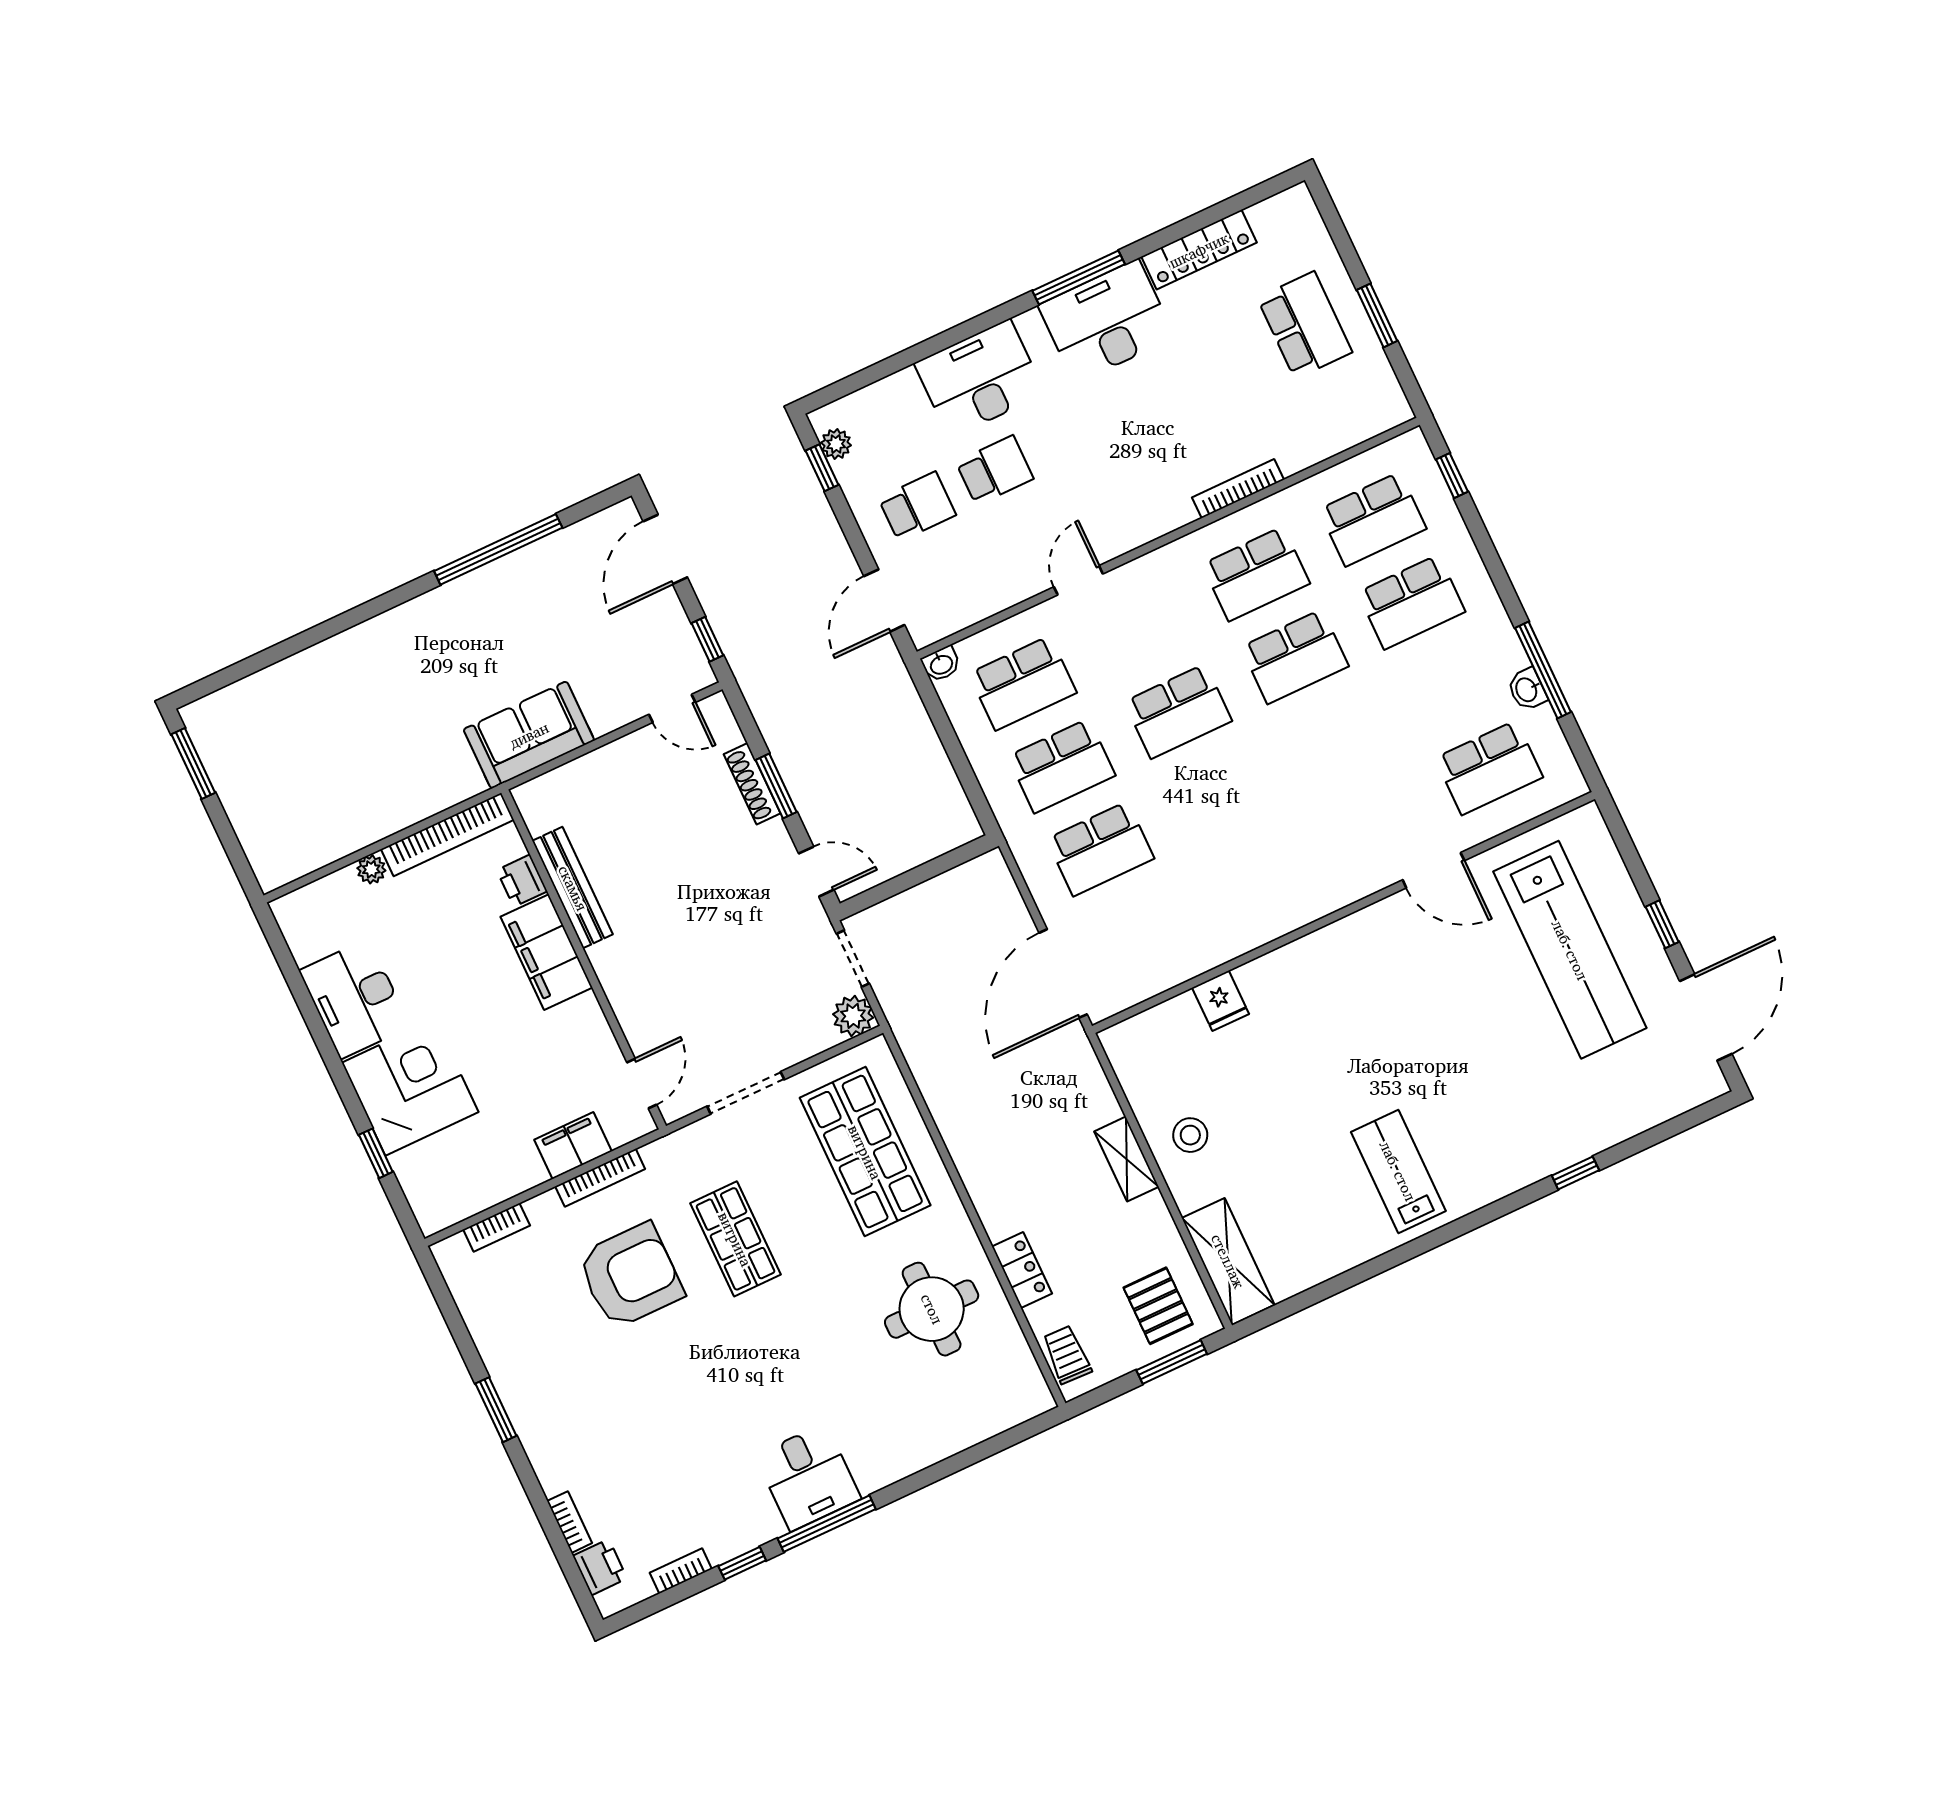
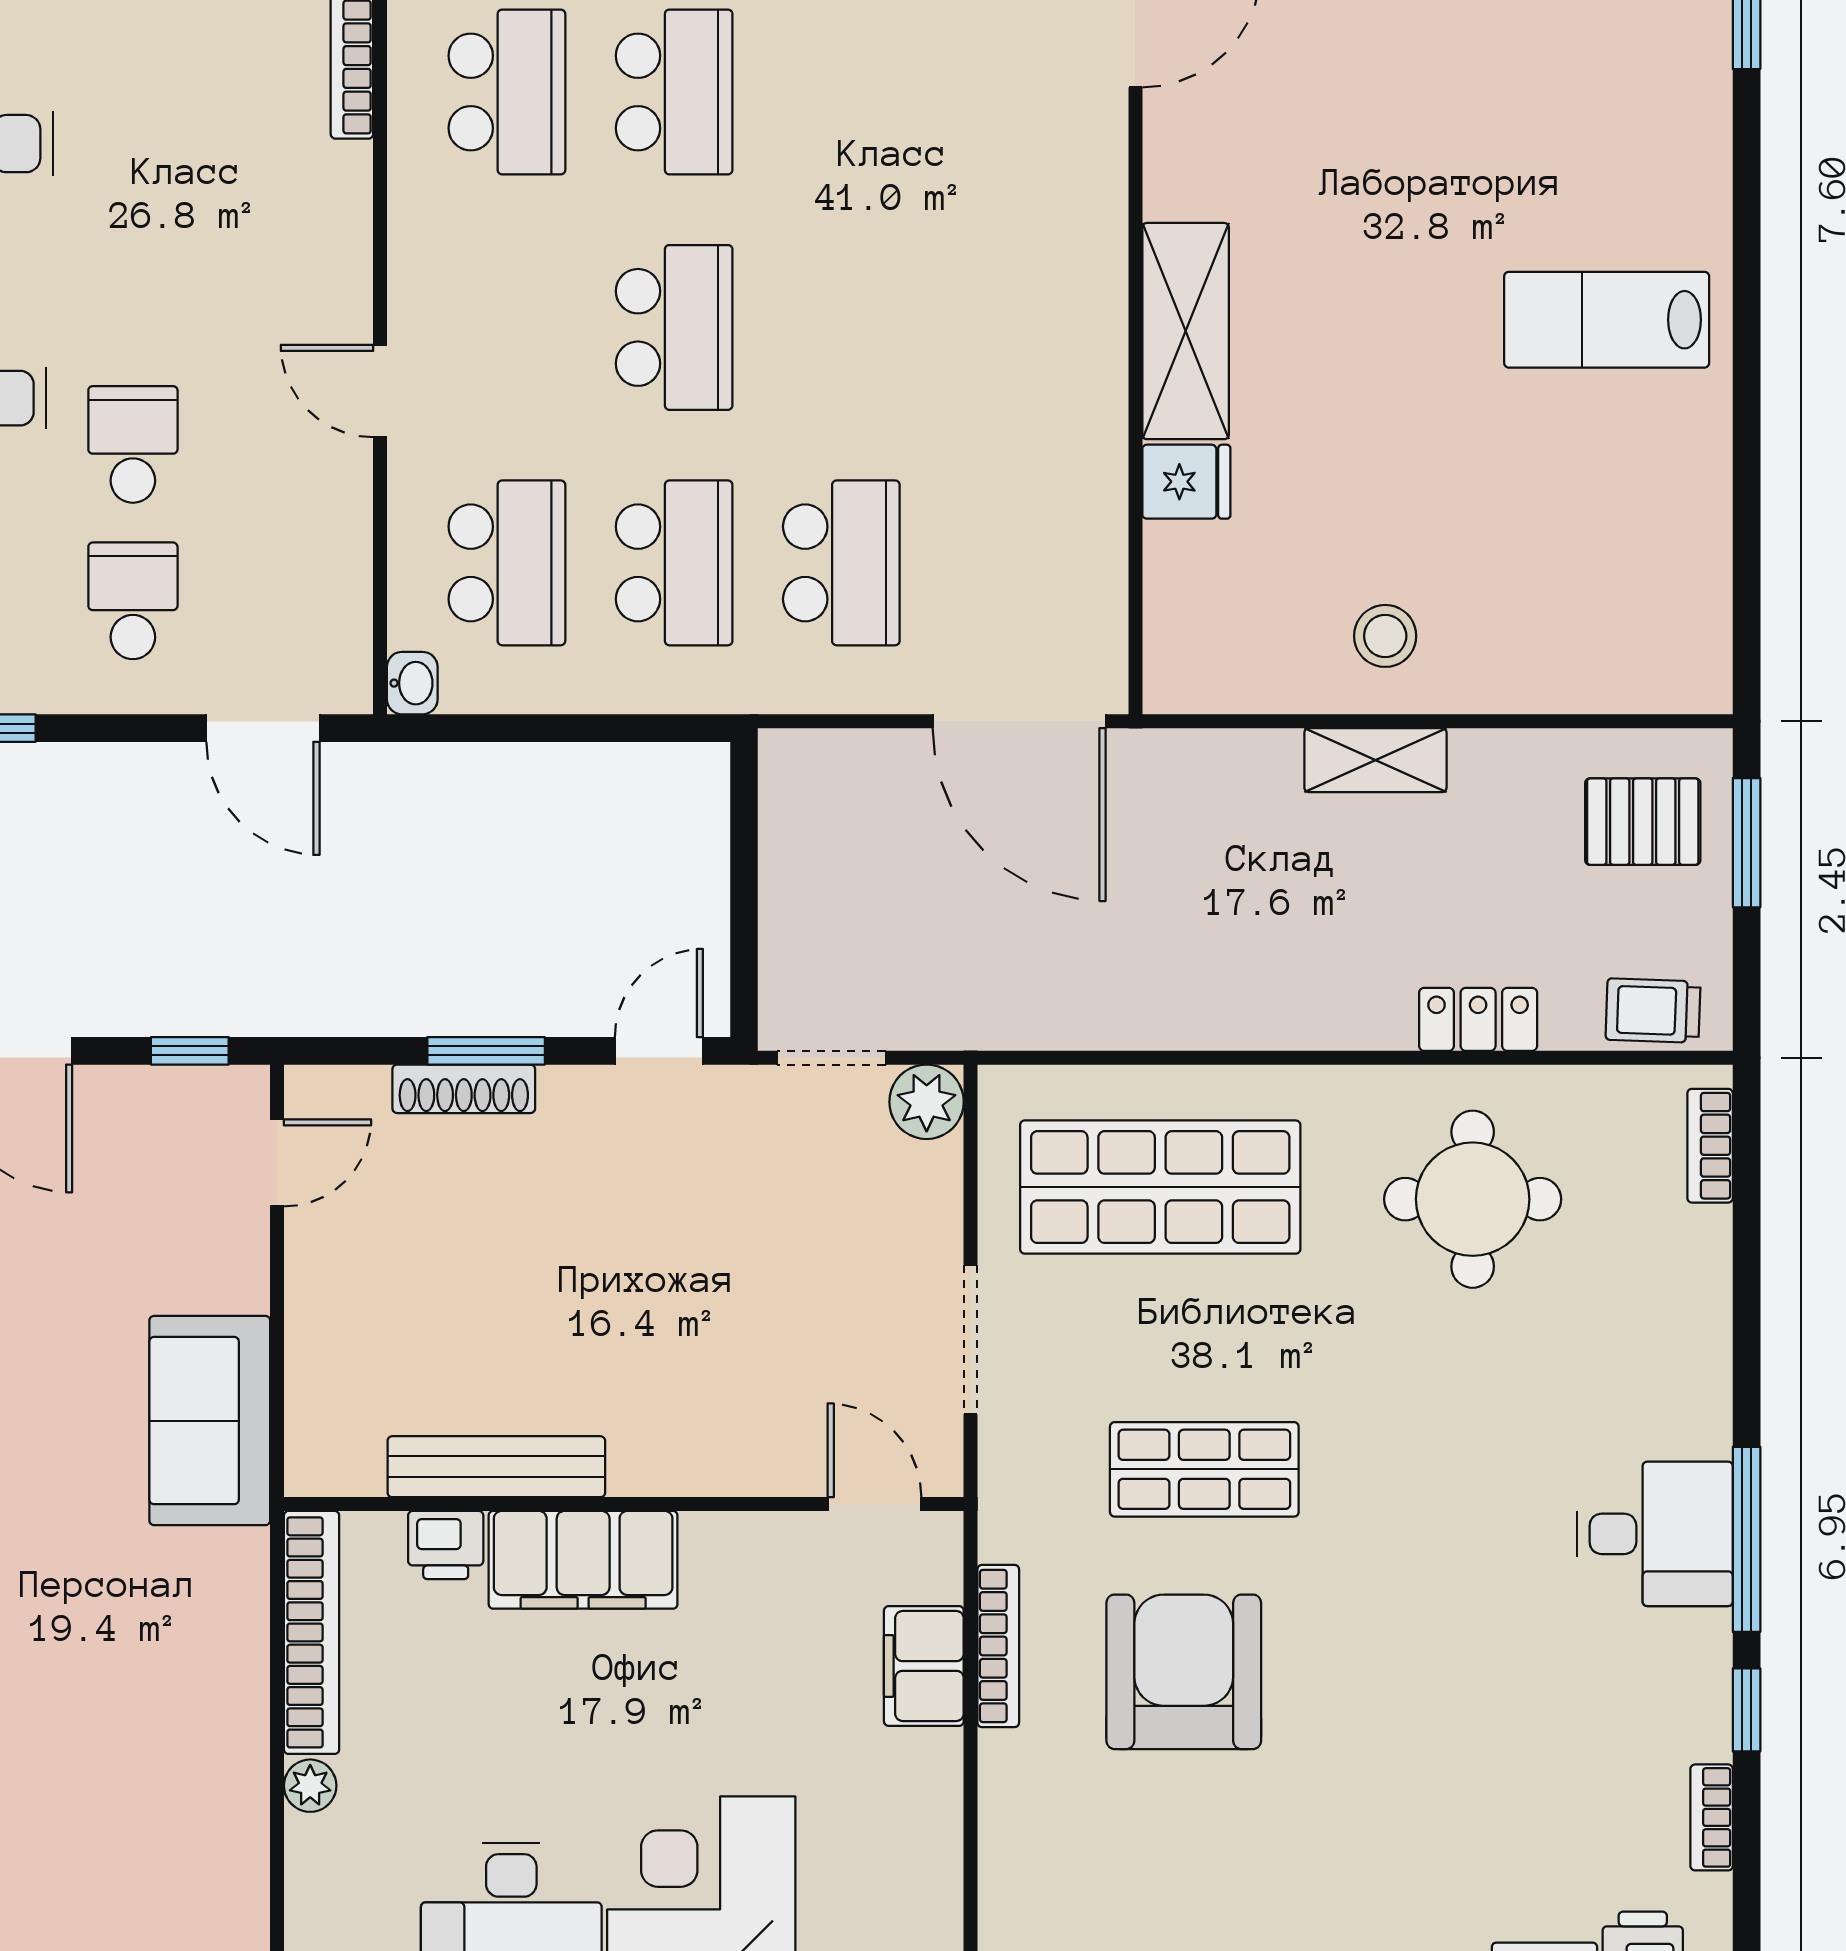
bookcase: (497, 1227) -> (1710, 1146), moved, turned 180
shelving: (1228, 1261) -> (1186, 331), moved, turned 90

